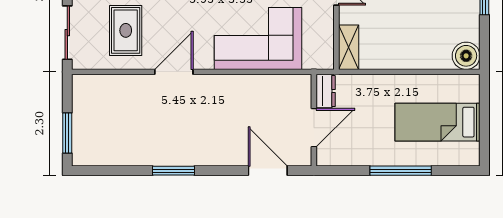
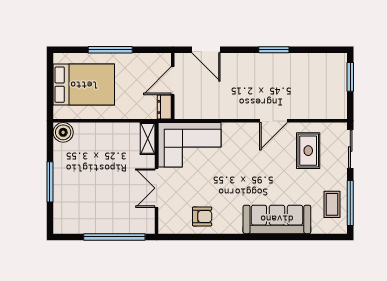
corner sofa: (258, 38) -> (190, 145), moved
bed: (437, 122) -> (84, 85), width x1.50

